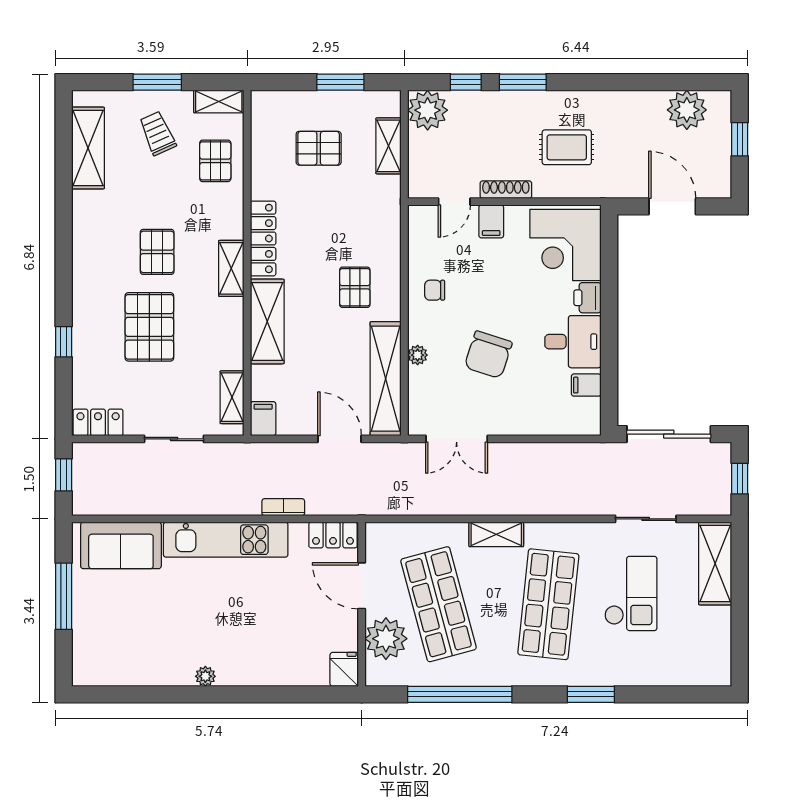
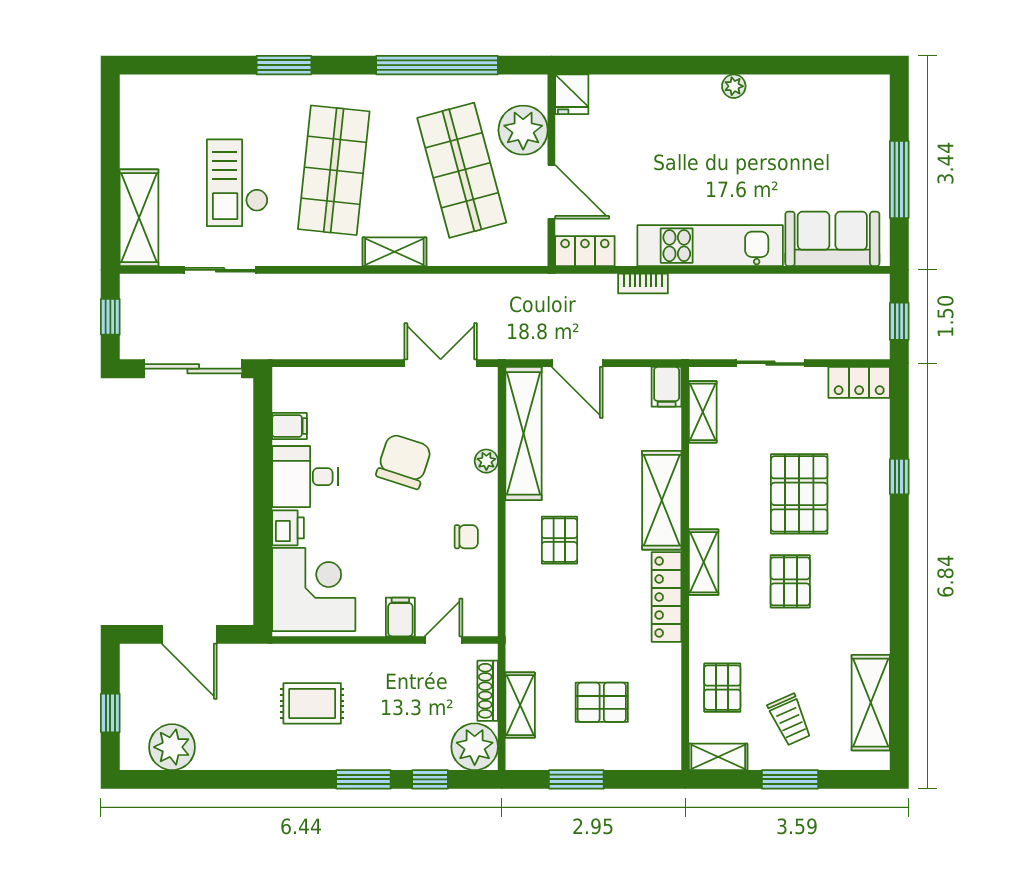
shoe rack: (506, 190) -> (488, 691), moved, turned 90

